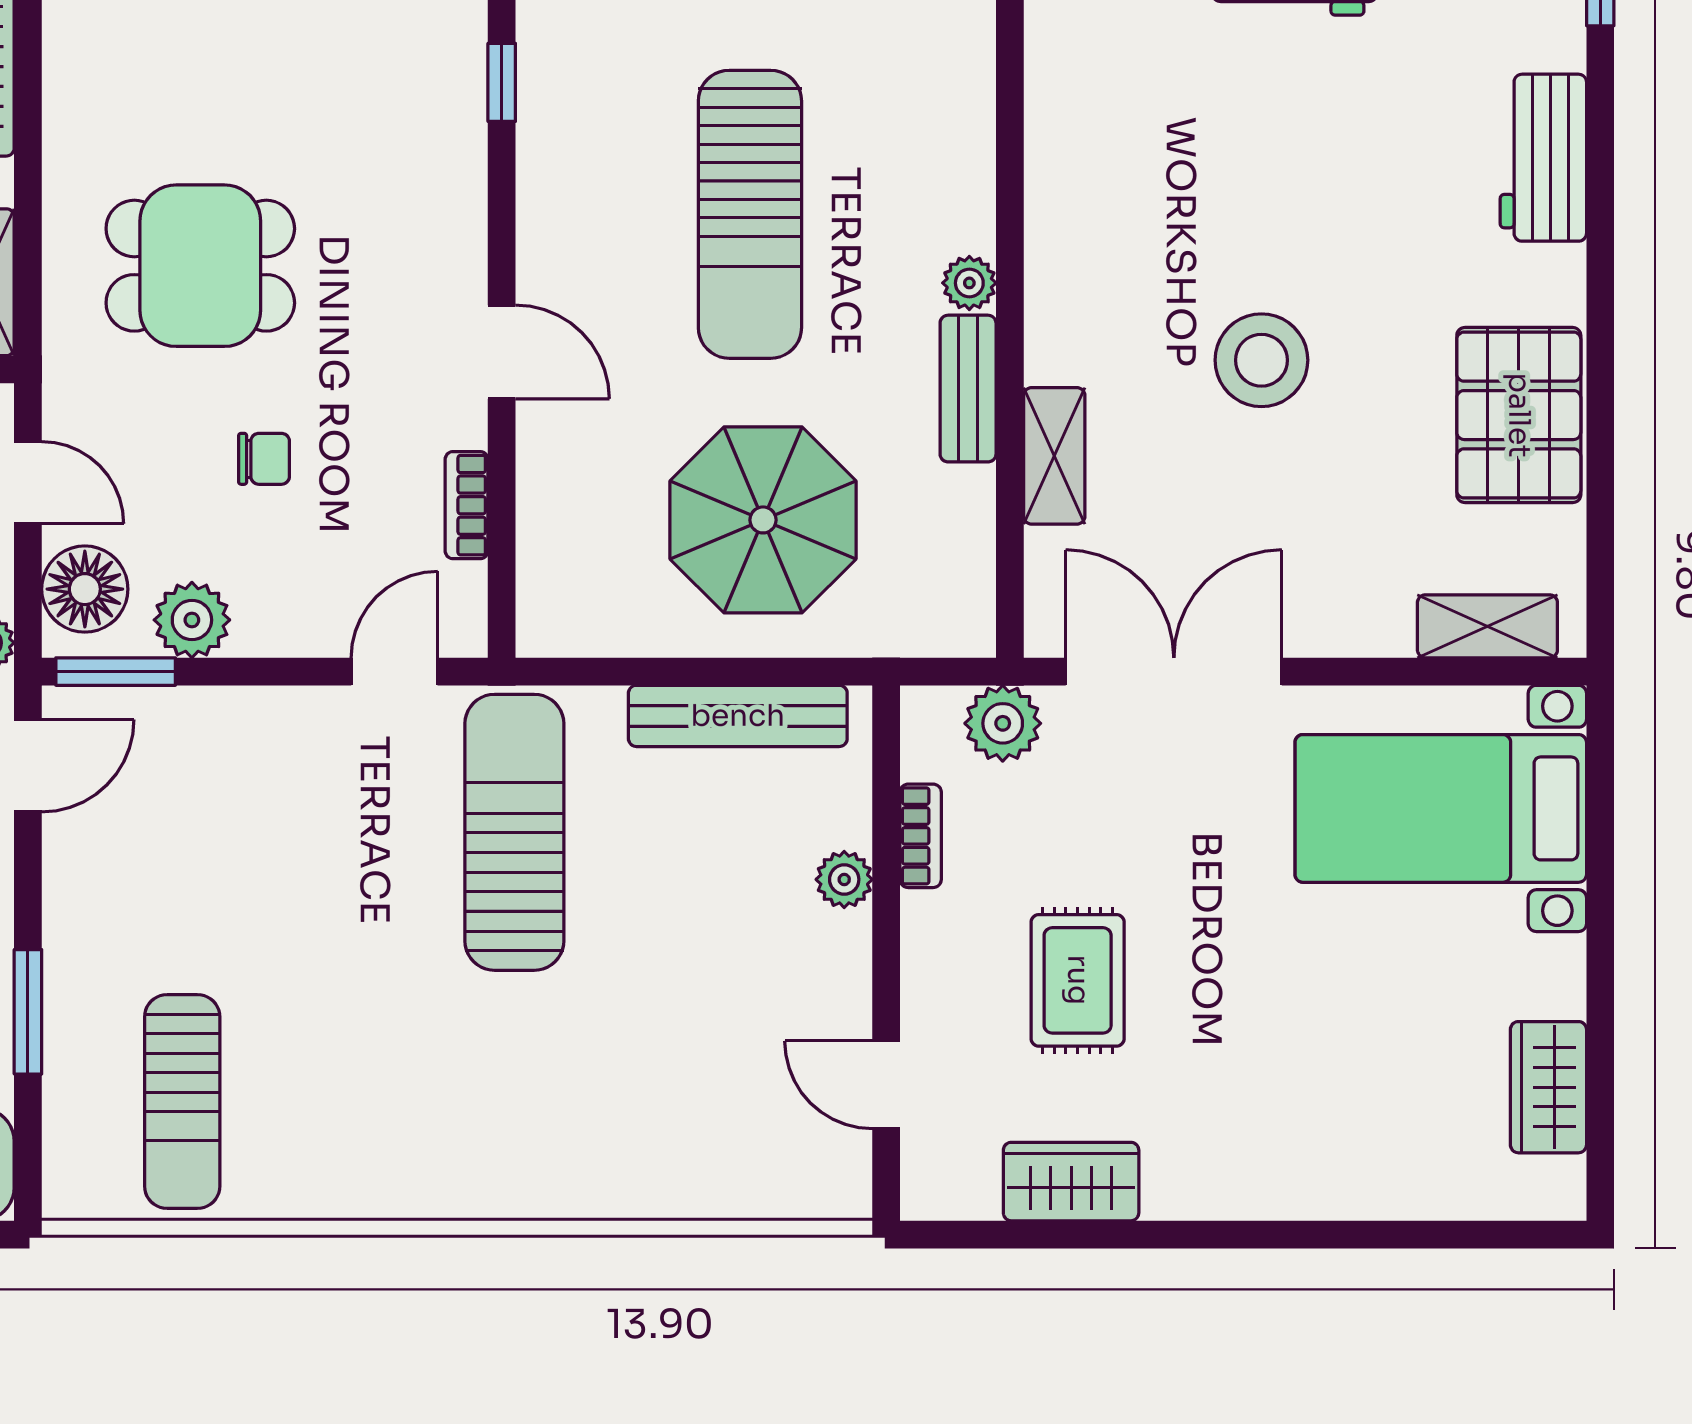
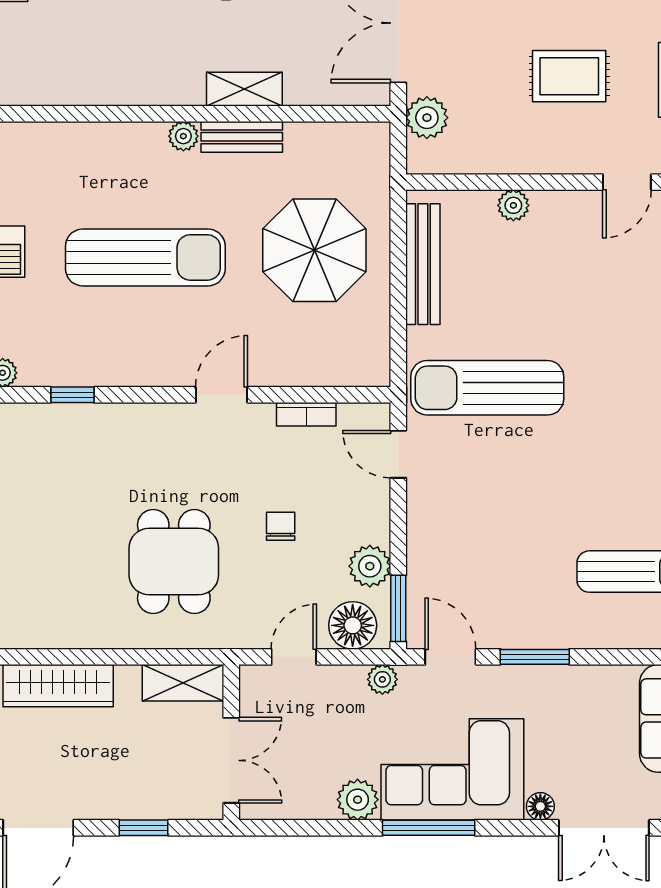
shelving: (1054, 456) -> (244, 89), moved
bookcase: (921, 836) -> (489, 163), removed
window: (28, 1012) -> (535, 657), moved

